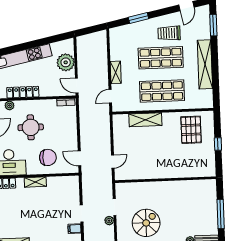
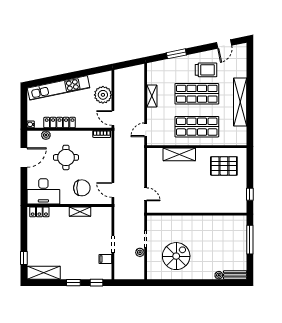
window: (213, 25) -> (250, 64), removed
trolley: (169, 33) -> (206, 70), turned 180
shelving: (116, 72) -> (152, 96), moved
pallet: (191, 130) -> (224, 166), turned 90
window: (218, 144) -> (250, 194), moved
door: (113, 162) -> (146, 194), hinge flipped
shelving: (35, 182) -> (80, 212), moved
window: (221, 214) -> (250, 240), moved

